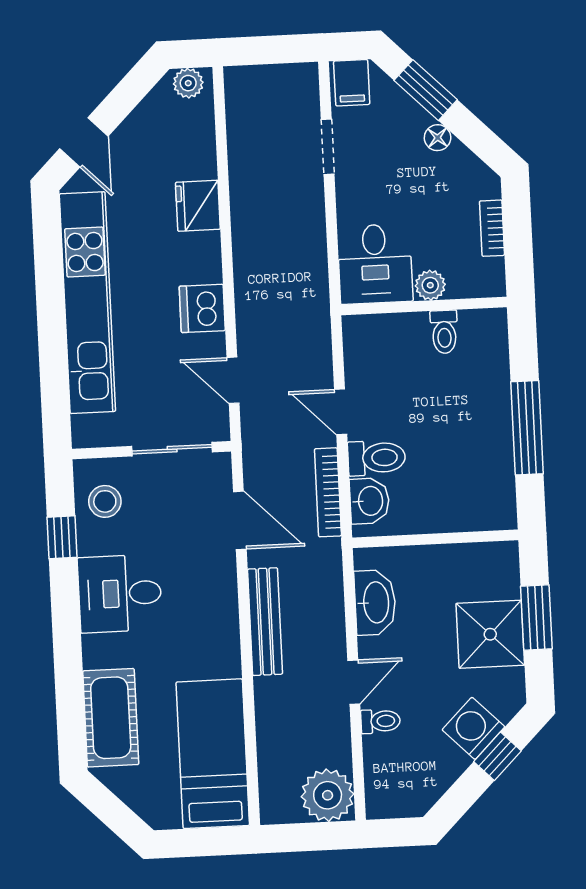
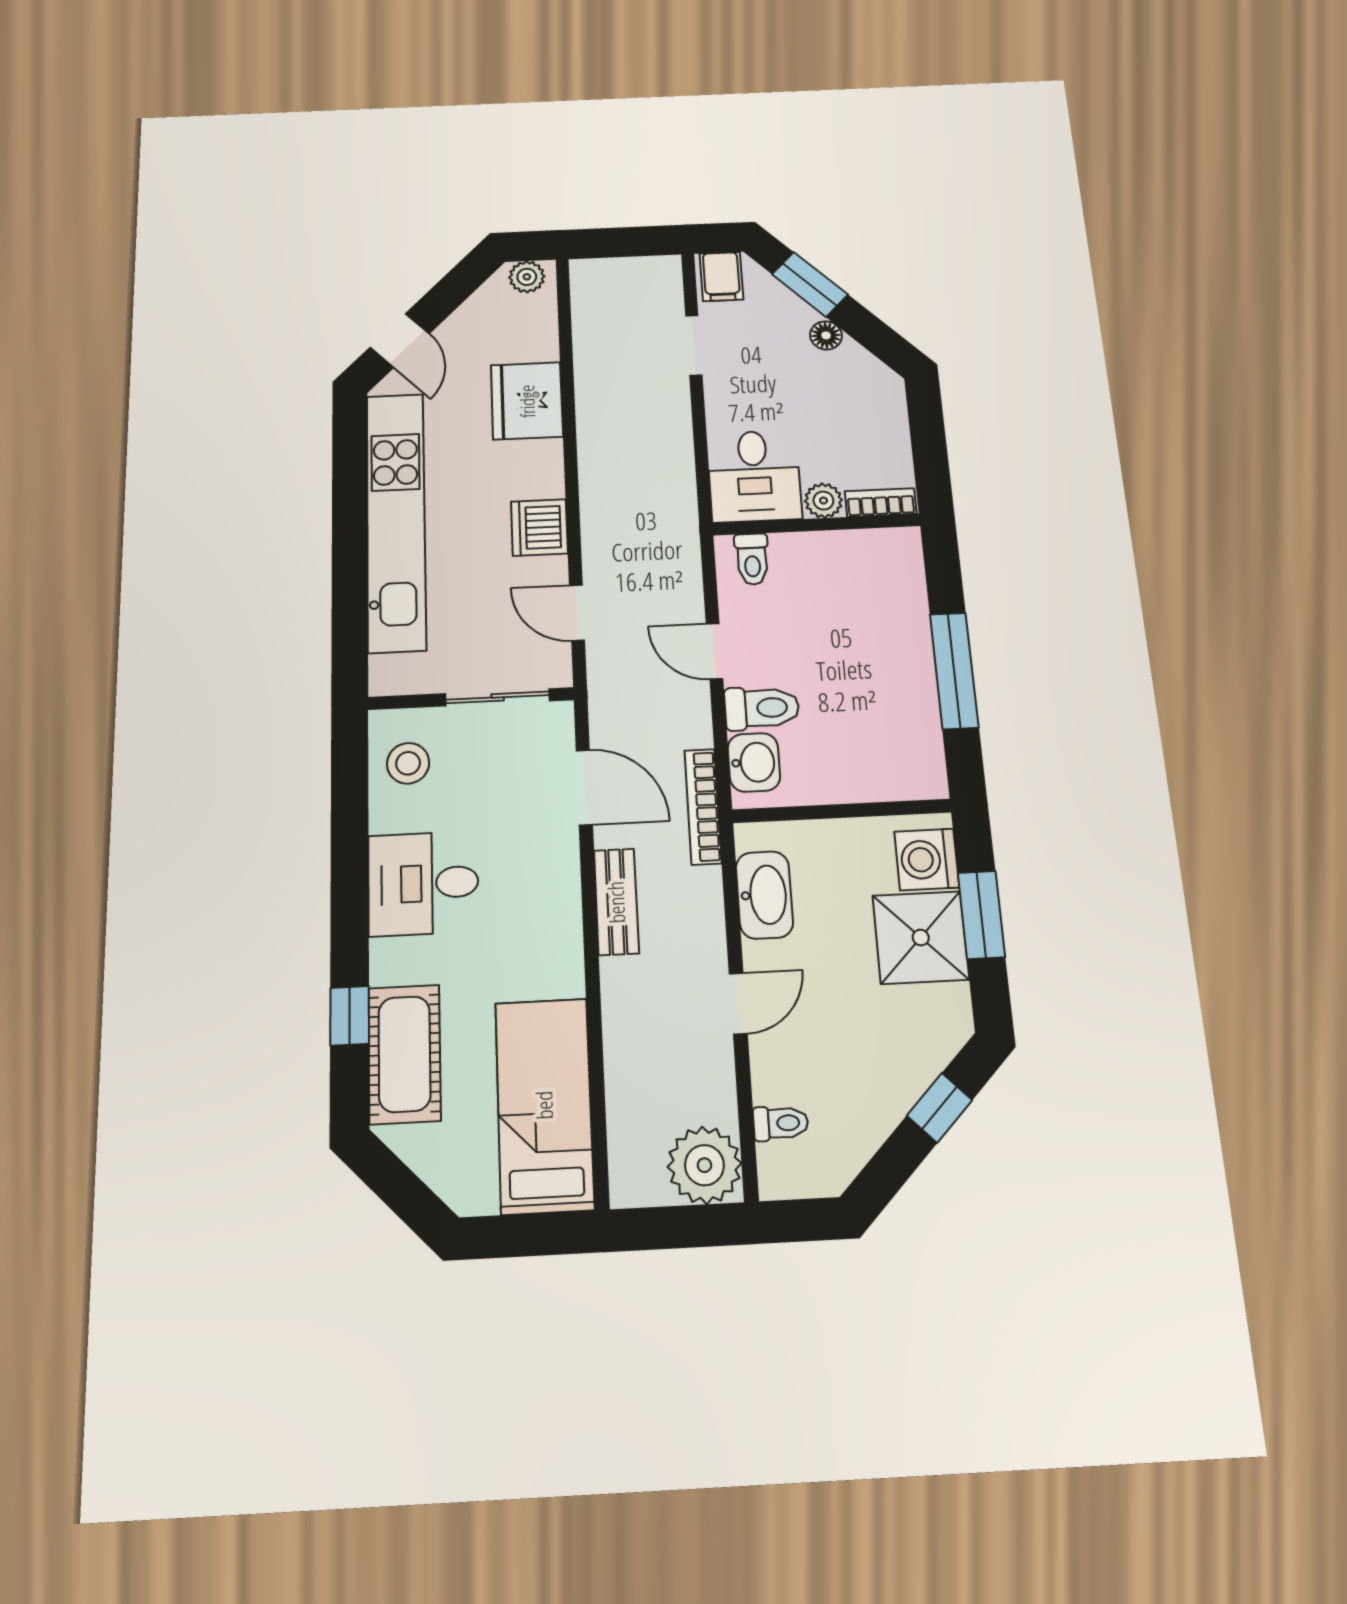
fridge: (198, 206) -> (527, 401), width x1.36, depth x1.34
bookcase: (492, 228) -> (881, 503), moved, turned 90
toilet: (444, 332) -> (752, 559), moved
bookcase: (328, 492) -> (703, 807), moved
window: (62, 537) -> (350, 1016), moved
bench: (265, 622) -> (616, 902), width x0.73
toilet: (380, 721) -> (781, 1123), moved
washing machine: (473, 728) -> (927, 859), moved, turned -45

